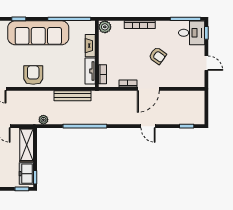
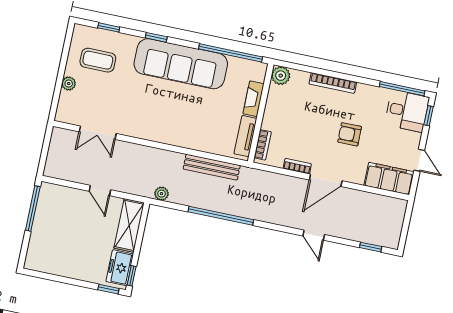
armchair: (158, 56) -> (350, 134), turned 144
armchair: (33, 75) -> (160, 125), removed
filing cabinet: (189, 79) -> (389, 179), added

